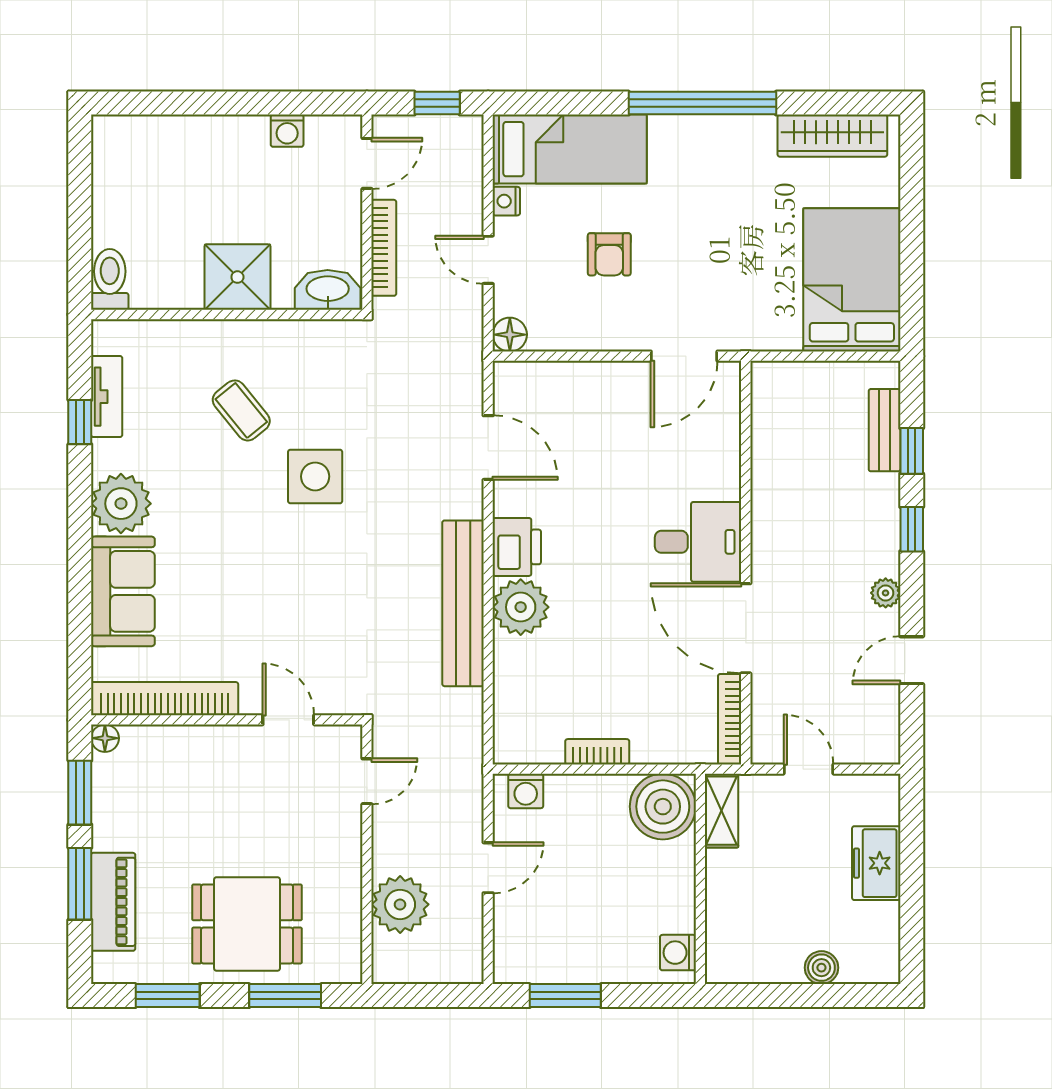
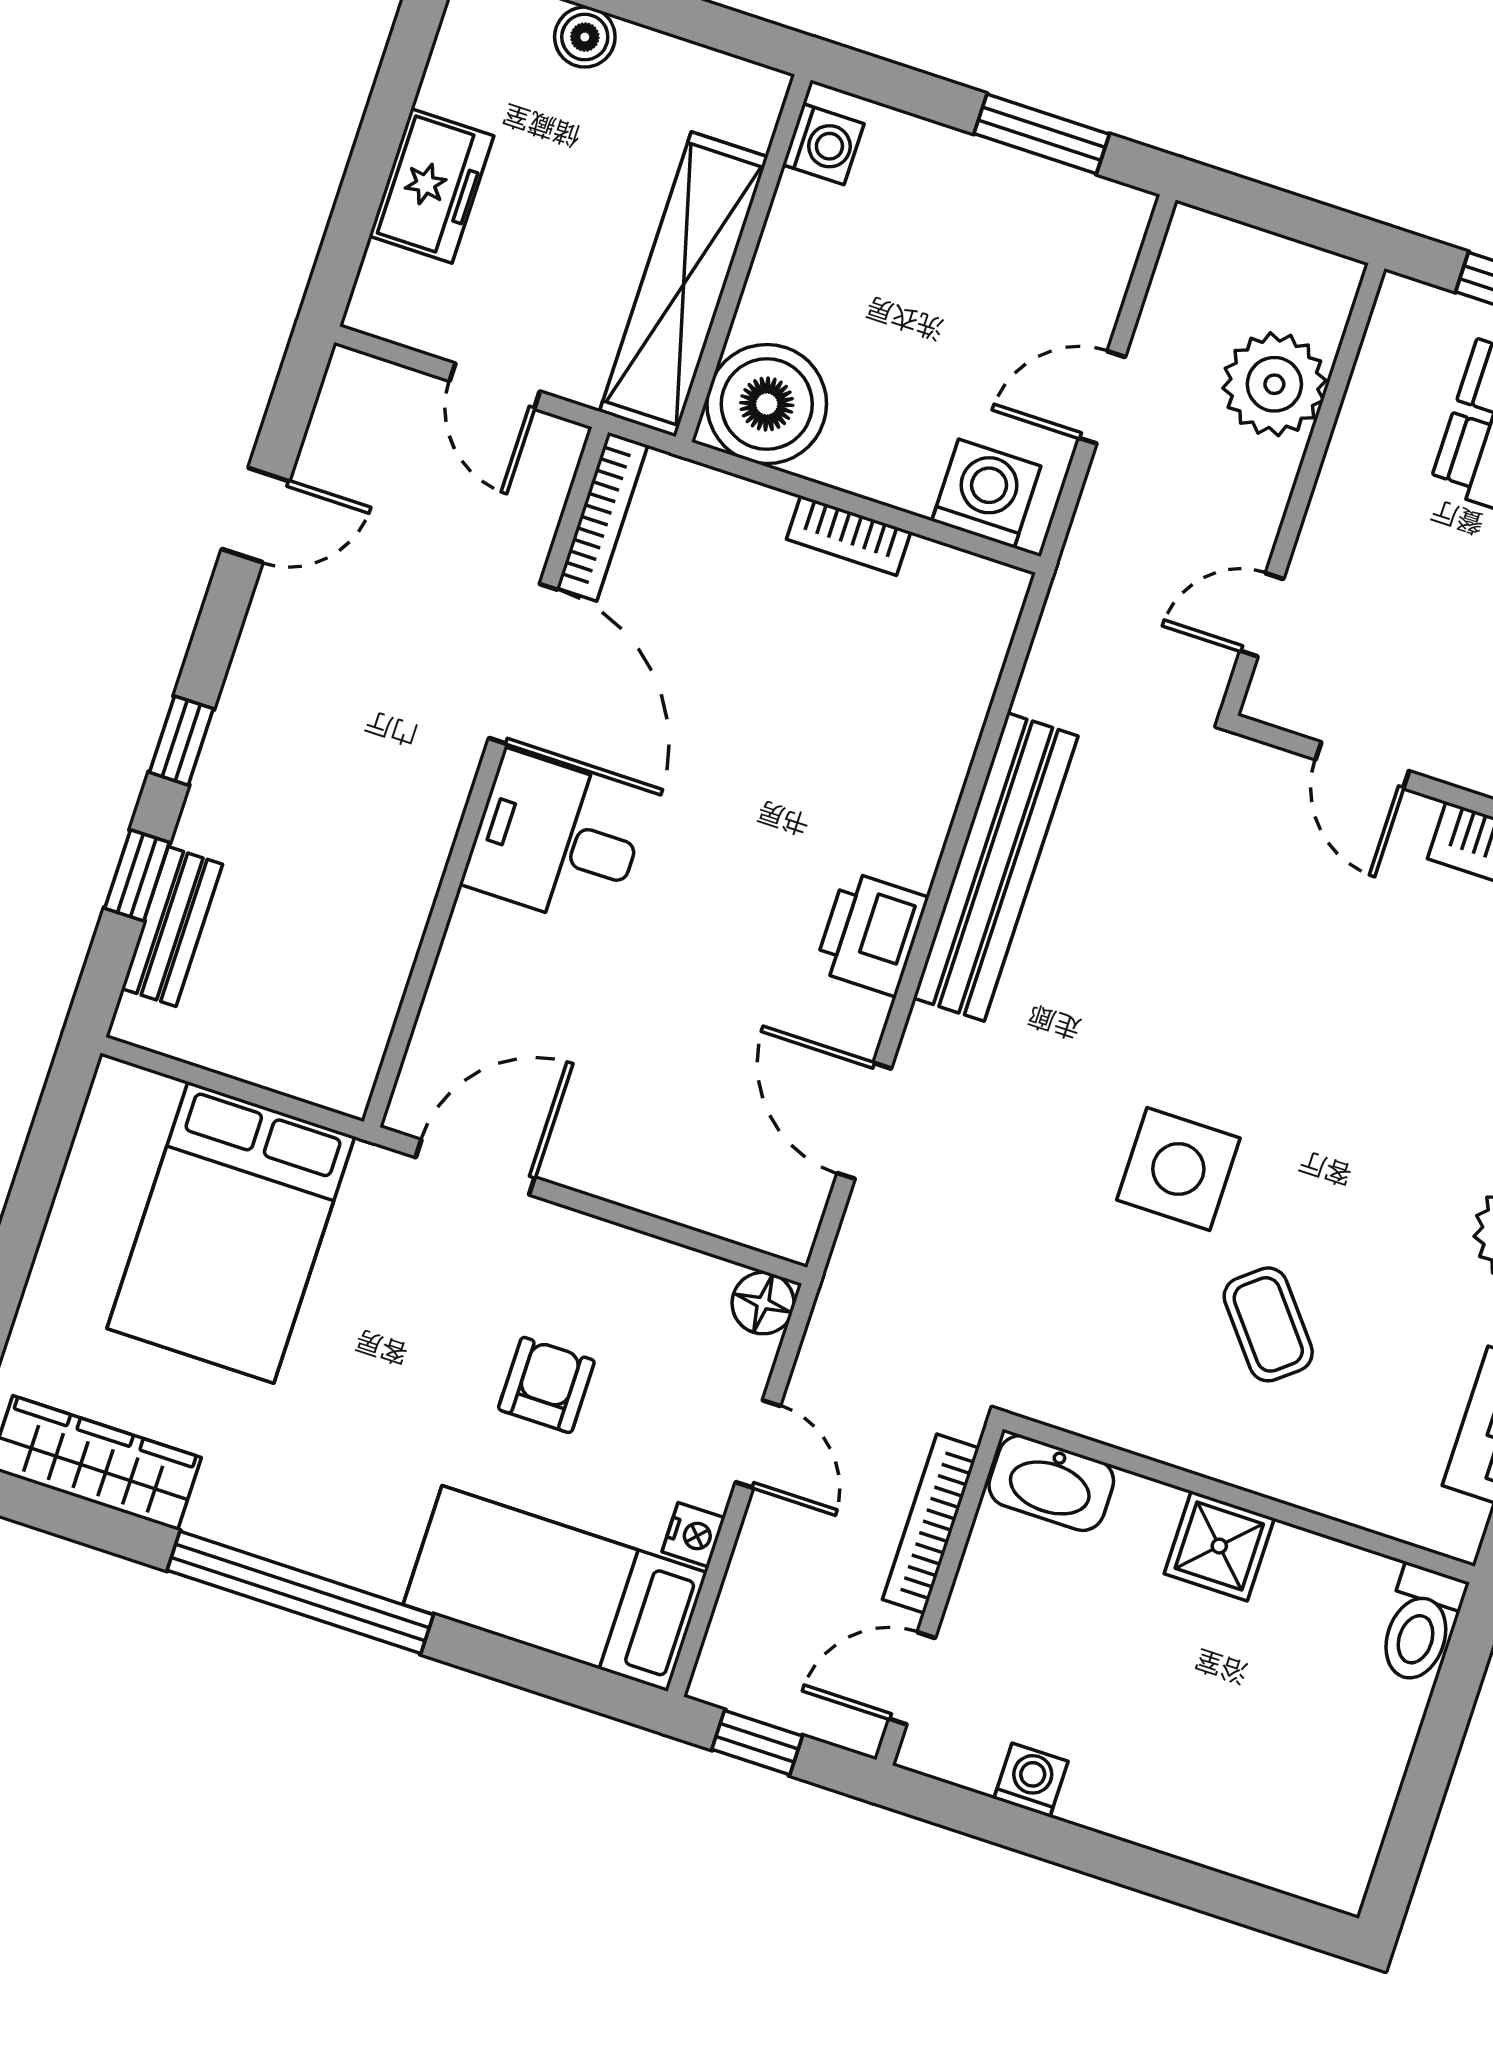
shower: (237, 277) -> (1219, 1546), width x0.73, depth x0.73
bed: (852, 280) -> (231, 1232), moved
plant: (886, 593) -> (262, 646), removed
plant: (521, 607) -> (898, 828), removed
washing machine: (526, 791) -> (986, 493), width x1.38, depth x1.38
shelving: (722, 811) -> (684, 284), width x2.20, depth x1.33

